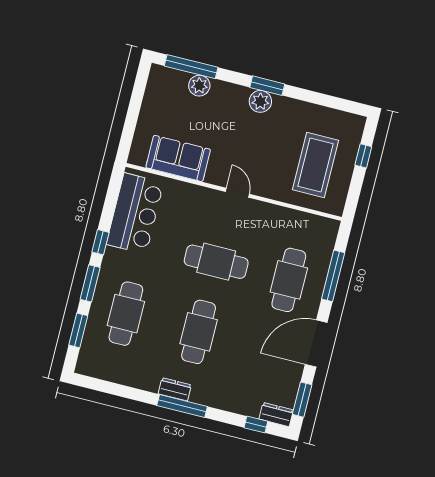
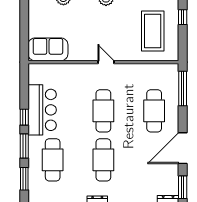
sofa: (178, 158) -> (48, 49), moved
bar counter: (135, 213) -> (42, 110), moved
cafe table: (216, 262) -> (103, 111), turned 90
window: (333, 276) -> (183, 89), moved

